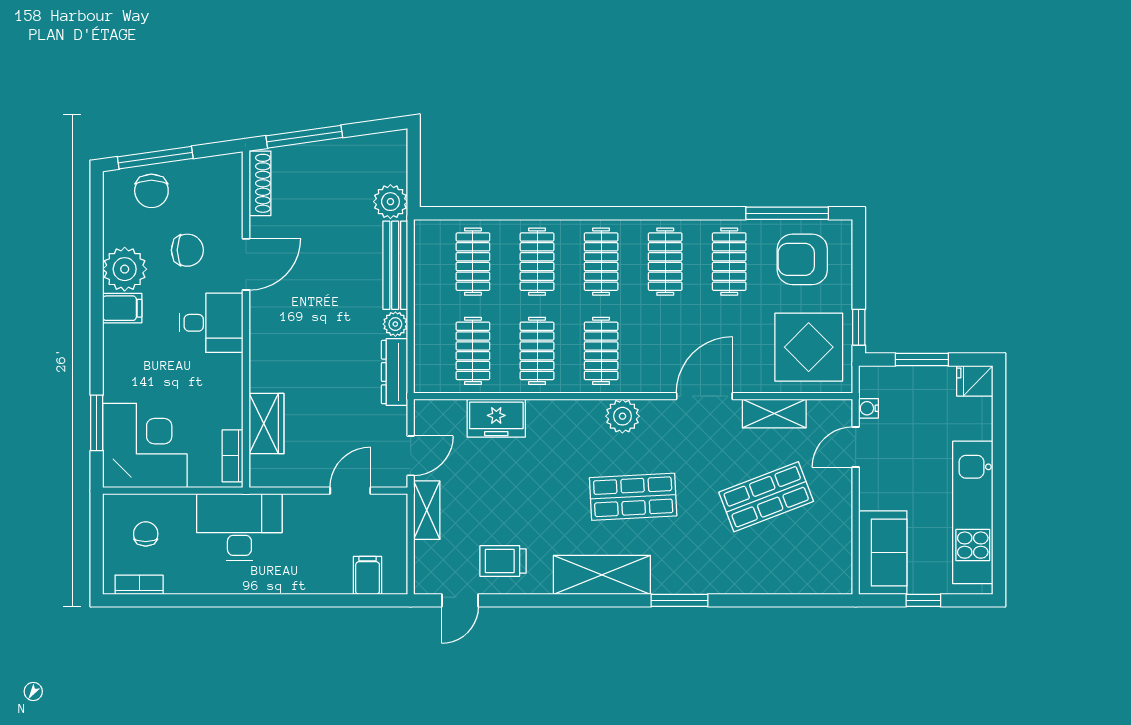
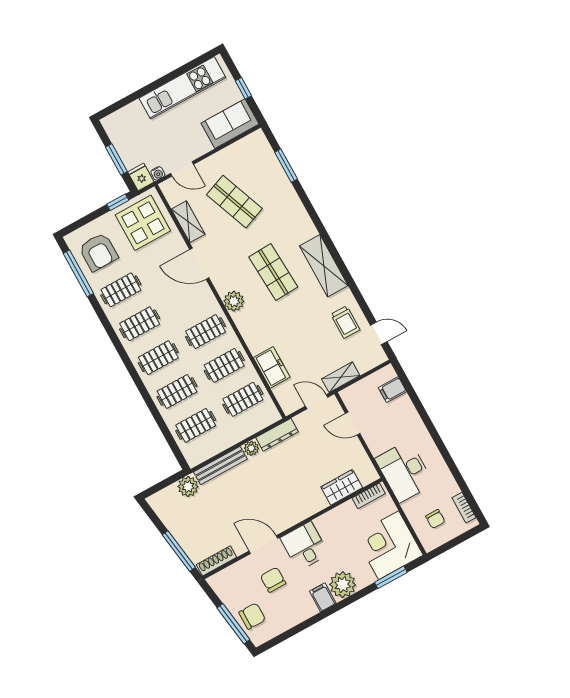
plant: (125, 269) -> (343, 585), moved
fridge: (975, 381) -> (141, 177), moved, turned 180
chair: (146, 534) -> (435, 519), turned -90
window: (679, 600) -> (286, 166), moved

